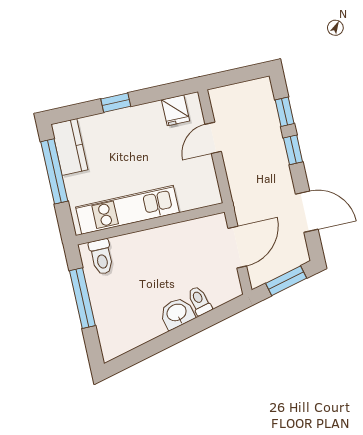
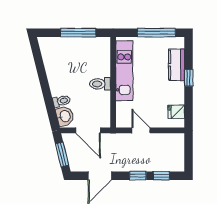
door: (213, 138) -> (141, 130), moved
kitchen counter: (69, 147) -> (177, 65), moved, turned 90
toilet: (101, 257) -> (100, 84), moved
washbasin: (177, 313) -> (65, 116), moved

